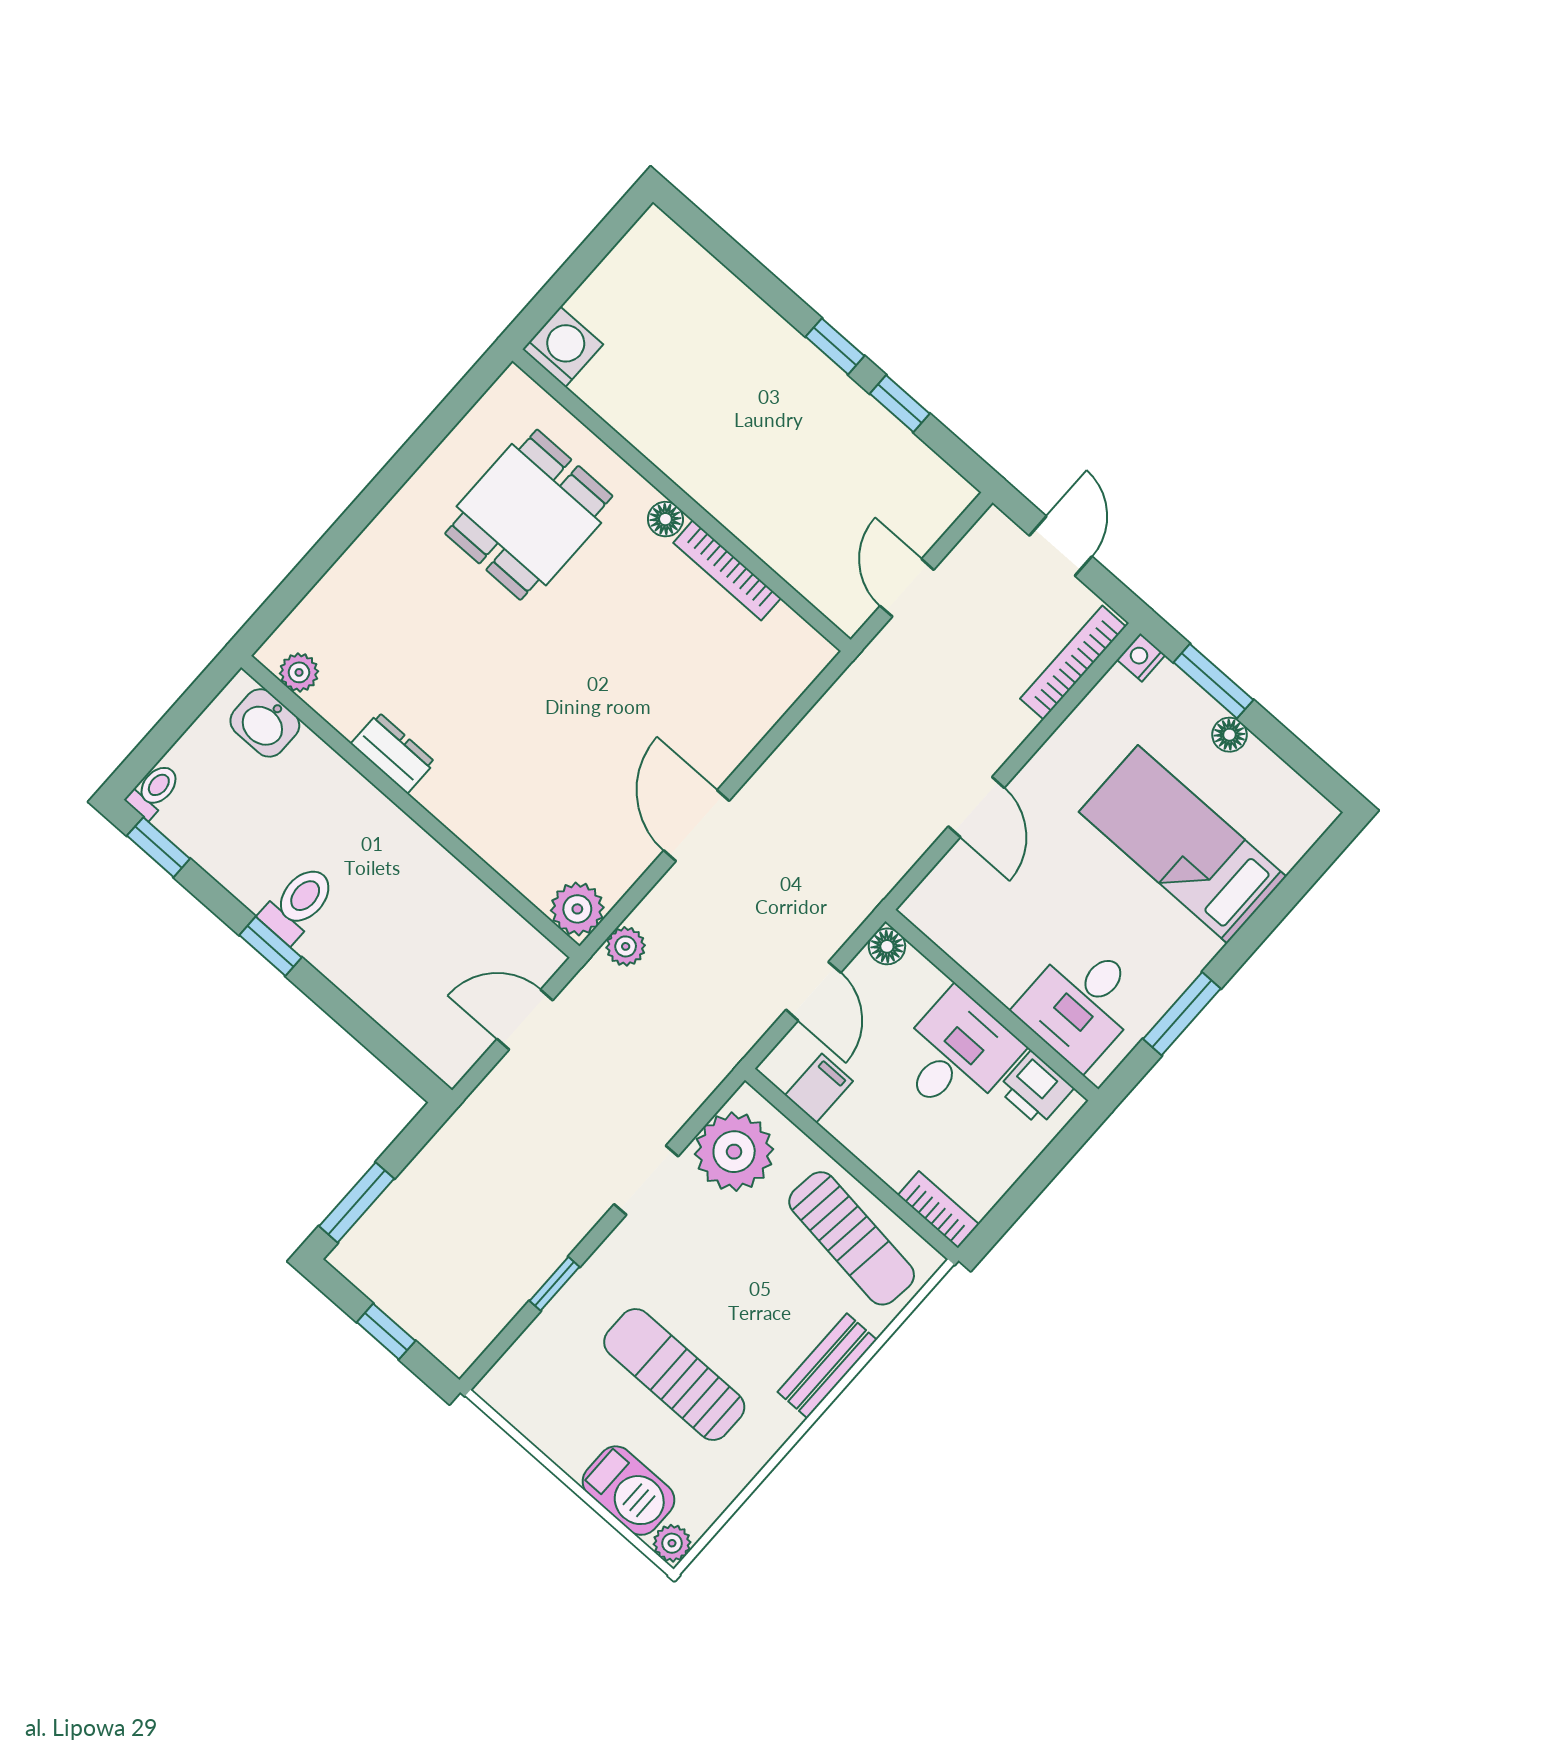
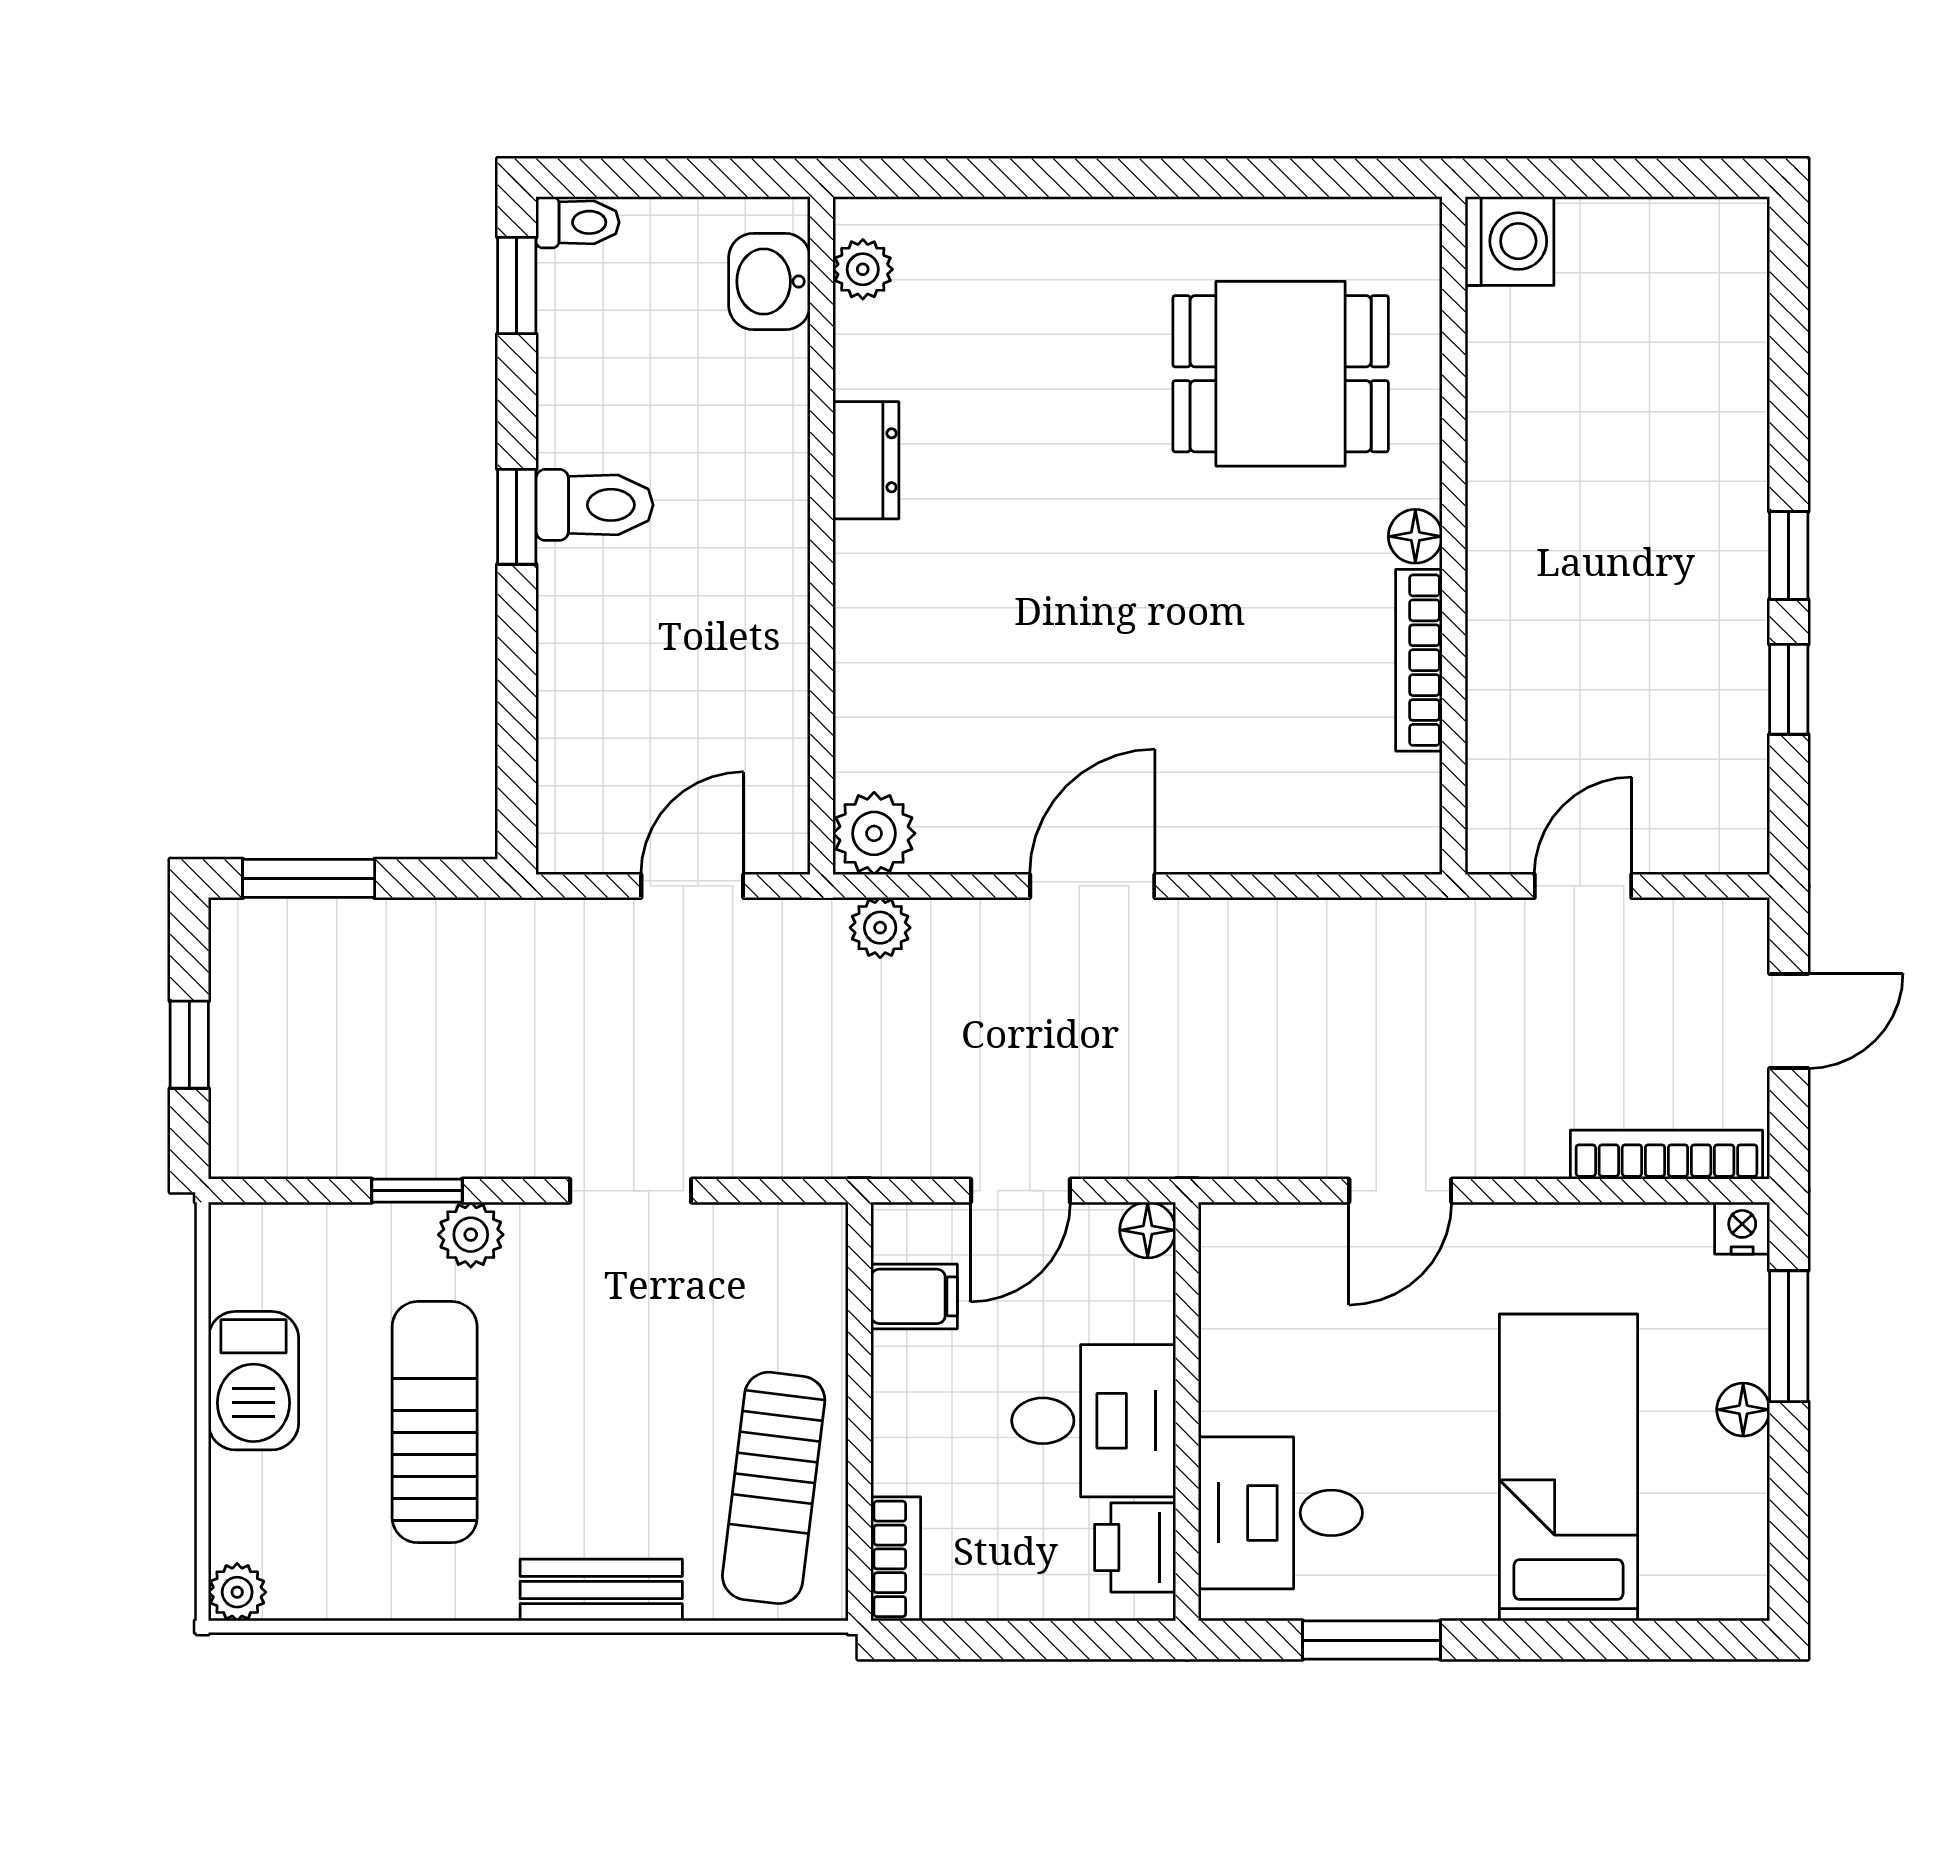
door: (525, 1020) -> (692, 886), hinge flipped
plant: (734, 1152) -> (471, 1235), moved, width x0.53, depth x0.53
barbecue: (628, 1491) -> (253, 1381), moved

